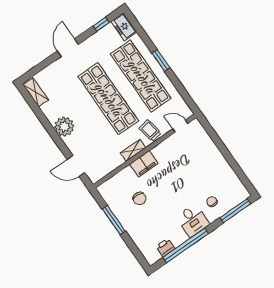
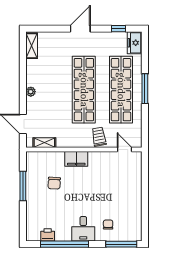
window: (161, 61) -> (145, 89), width x1.44
plant: (64, 127) -> (31, 92), width x0.53, depth x0.53
shelving: (133, 150) -> (44, 143), moved

